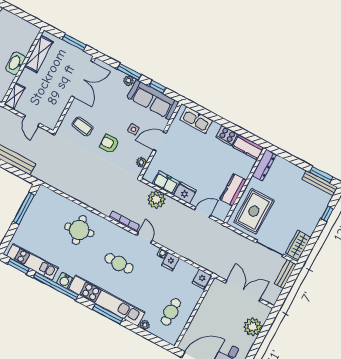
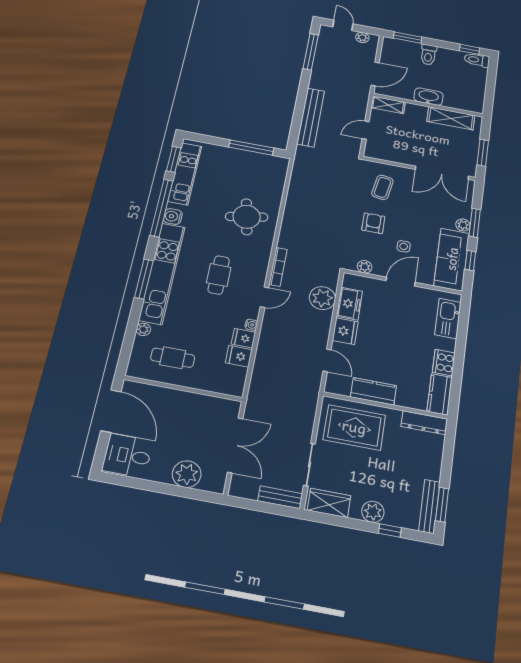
door: (160, 142) -> (401, 282), hinge flipped
plant: (312, 220) -> (373, 512), added
fridge: (202, 279) -> (239, 356), moved

